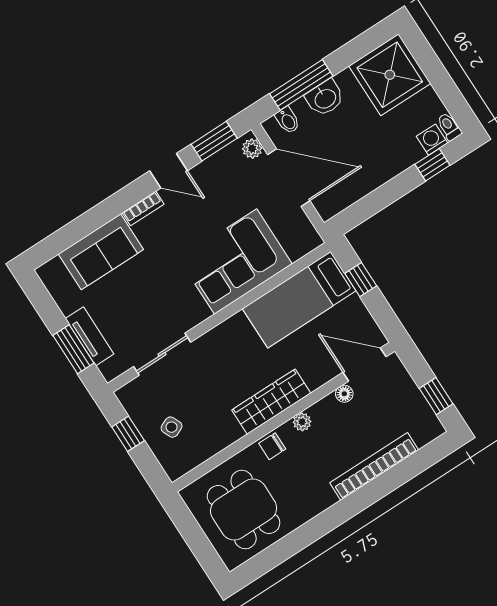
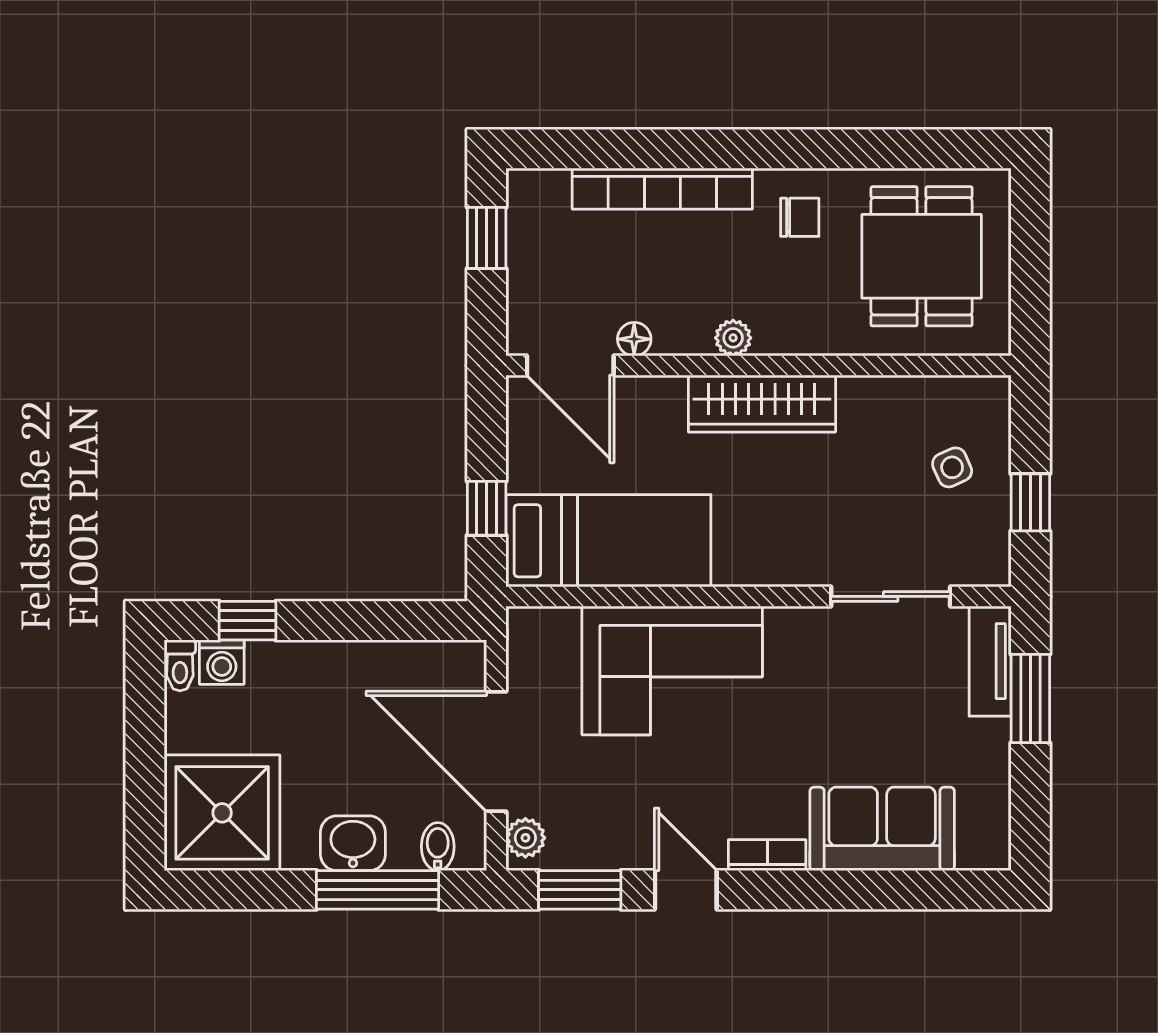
tv unit: (90, 336) -> (990, 661), moved
chair: (272, 446) -> (800, 217), moved

